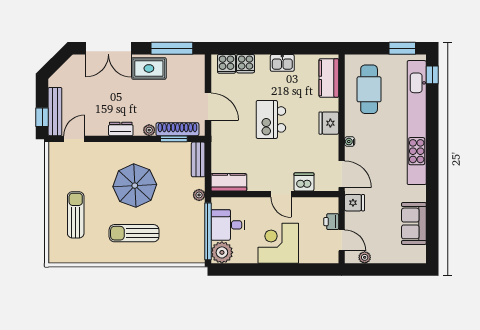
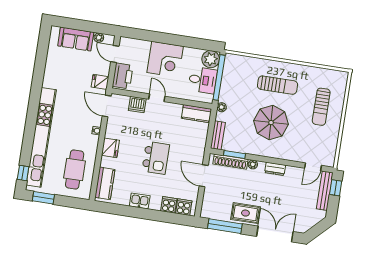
printer: (331, 222) -> (123, 76), width x1.87, depth x1.48
sofa: (414, 223) -> (76, 39), moved, turned 90

